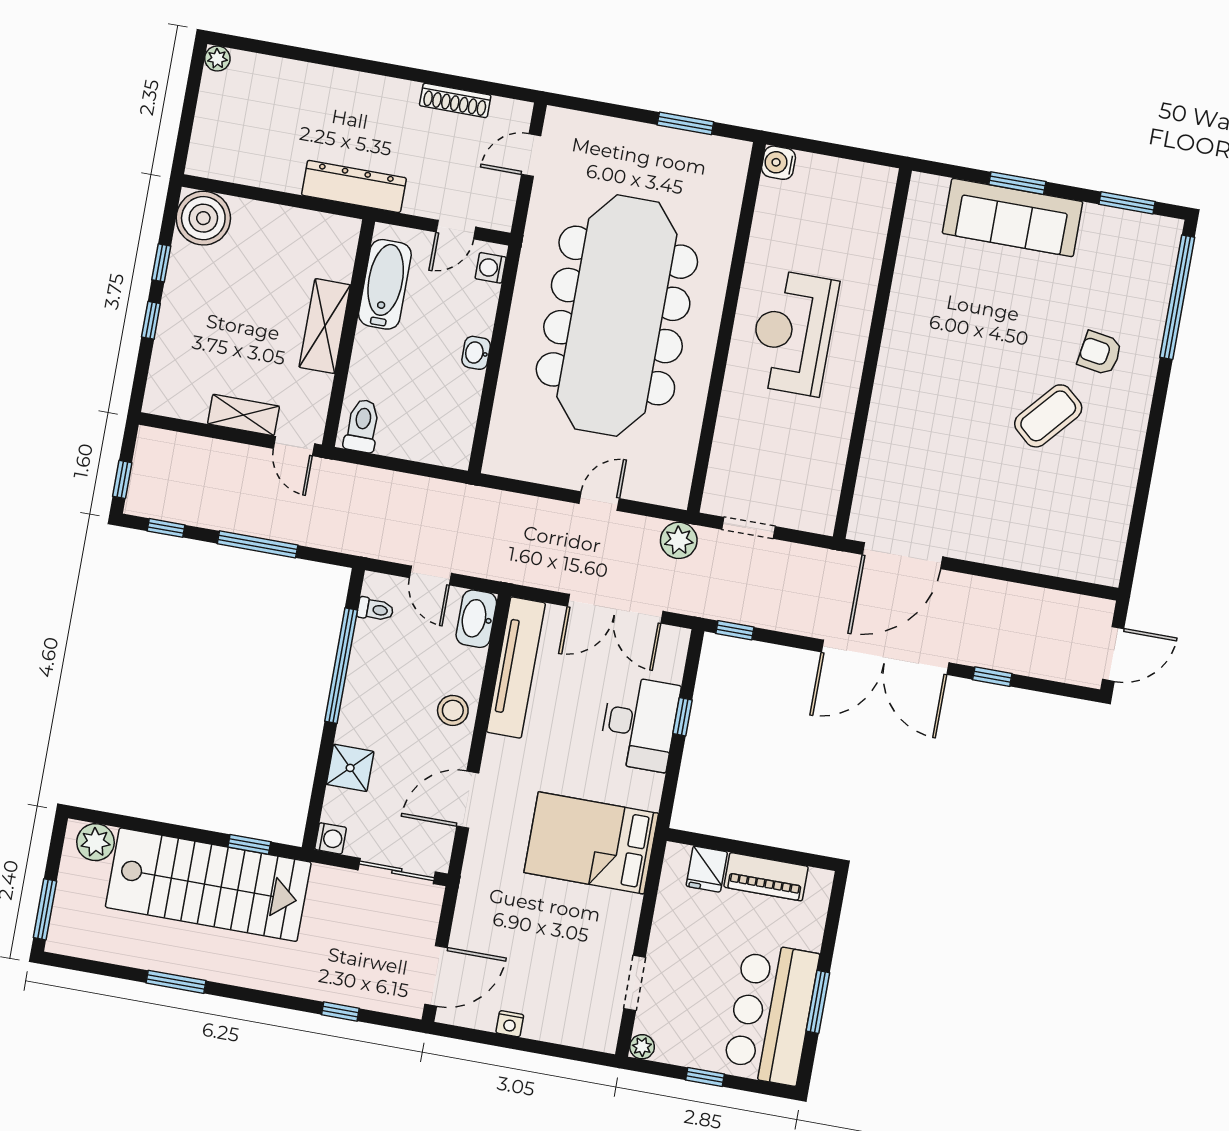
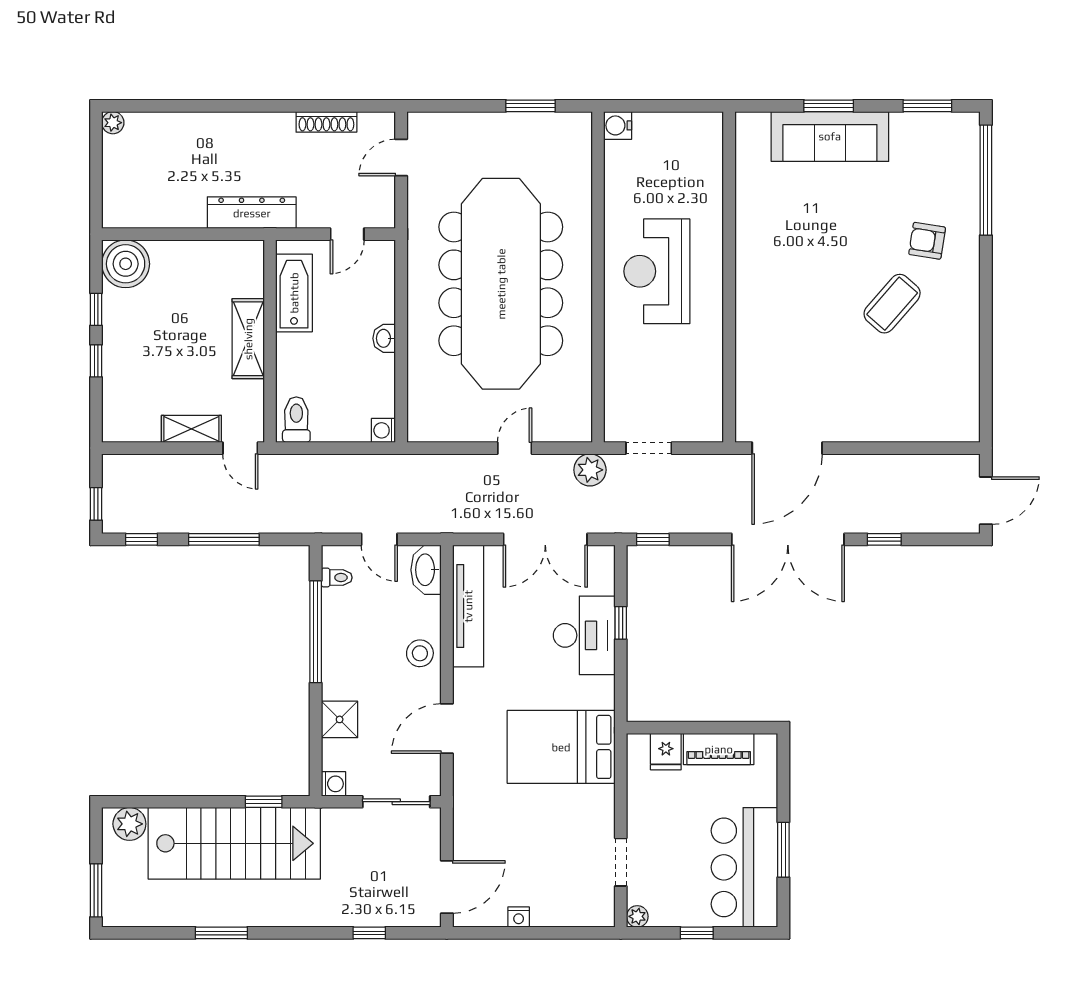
washing machine: (491, 268) -> (383, 430), moved

